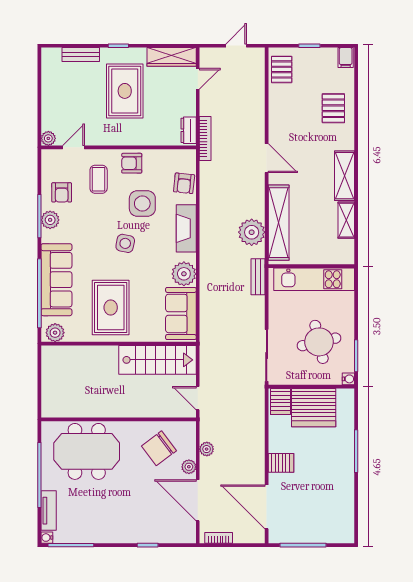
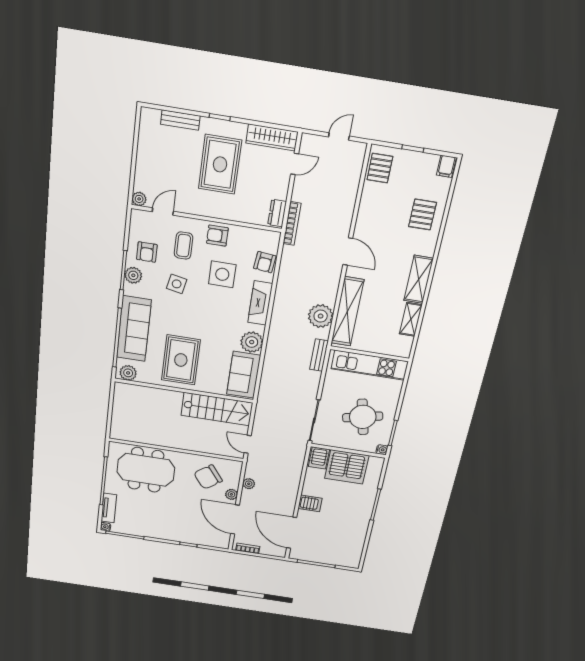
side table: (125, 243) -> (177, 284), moved

